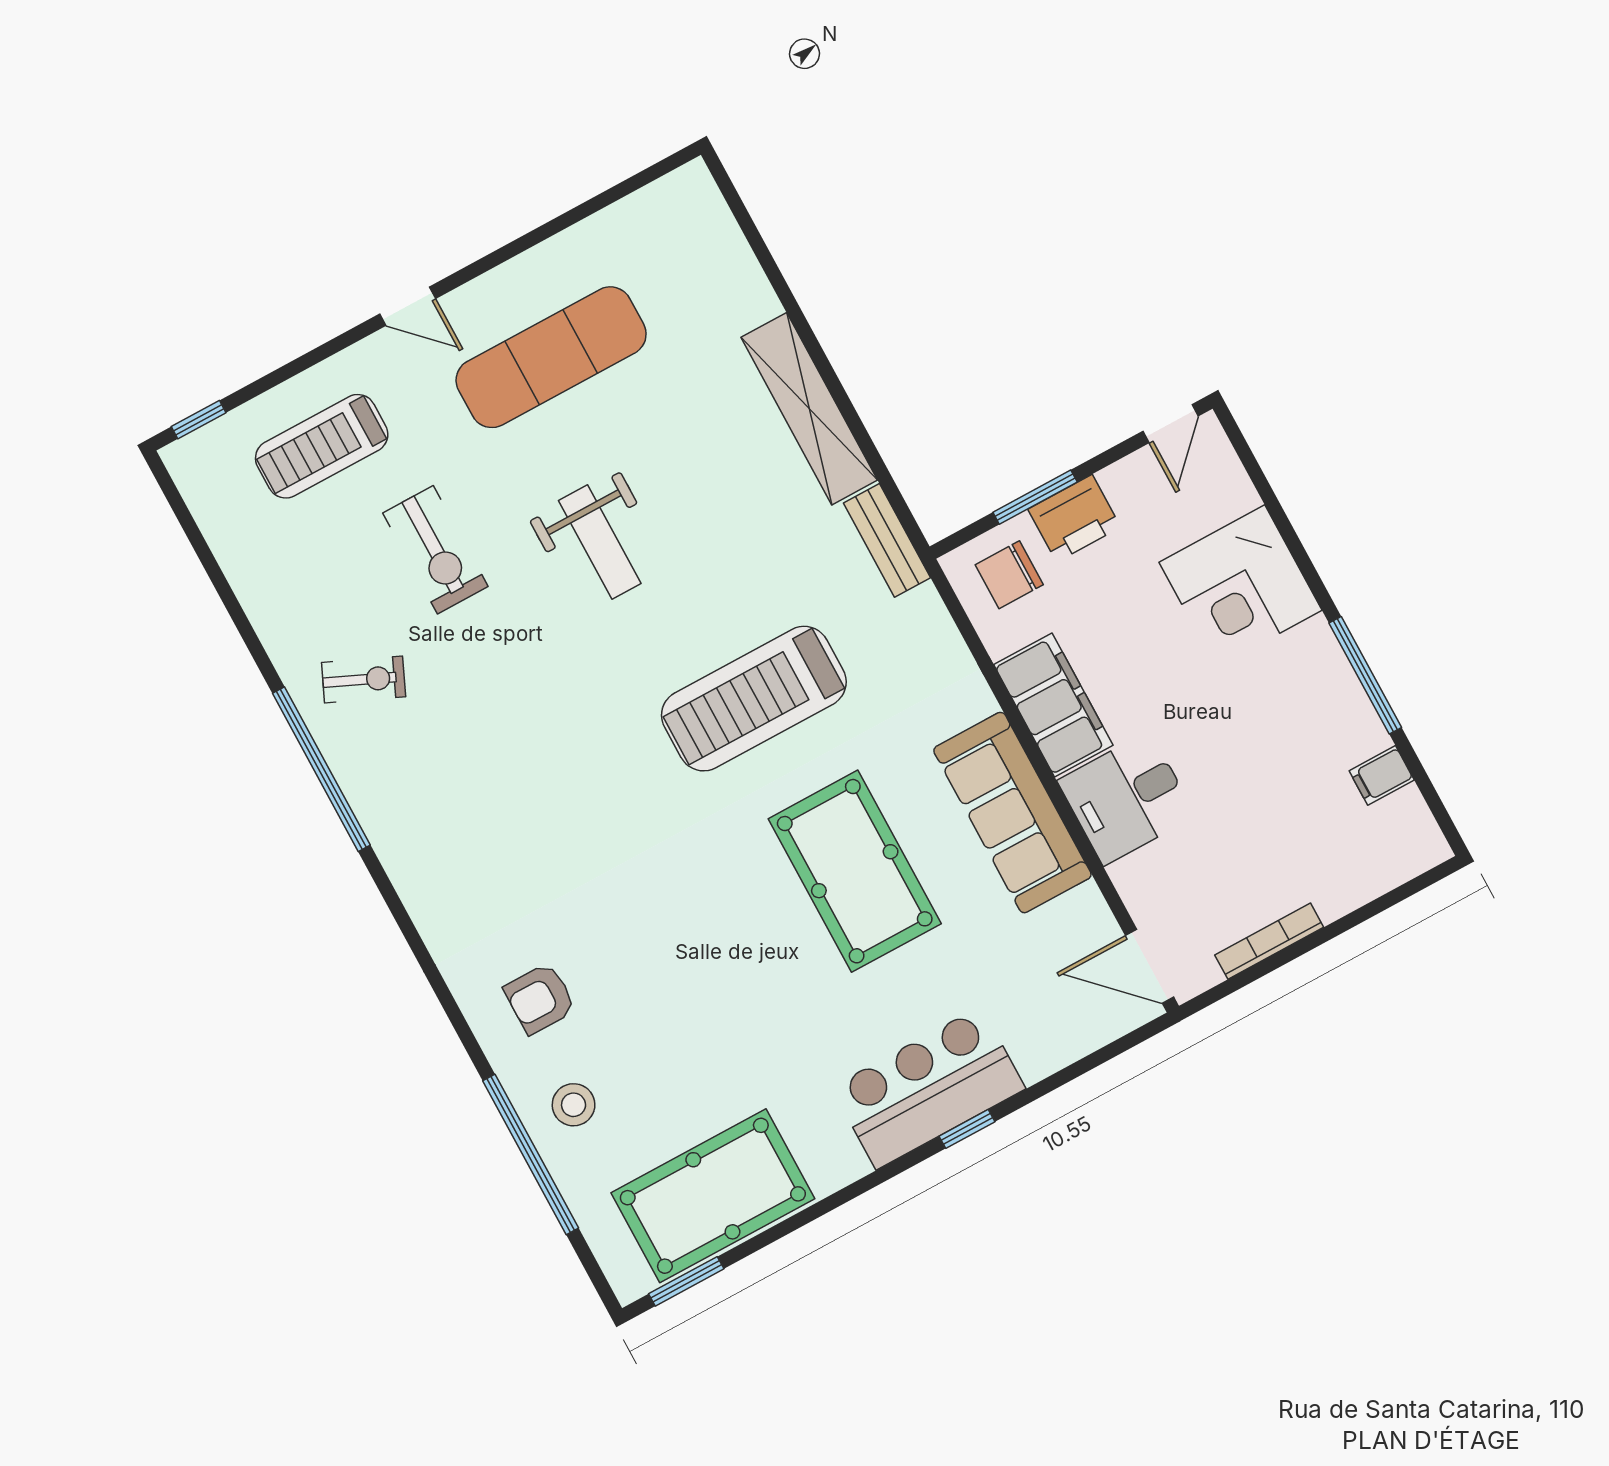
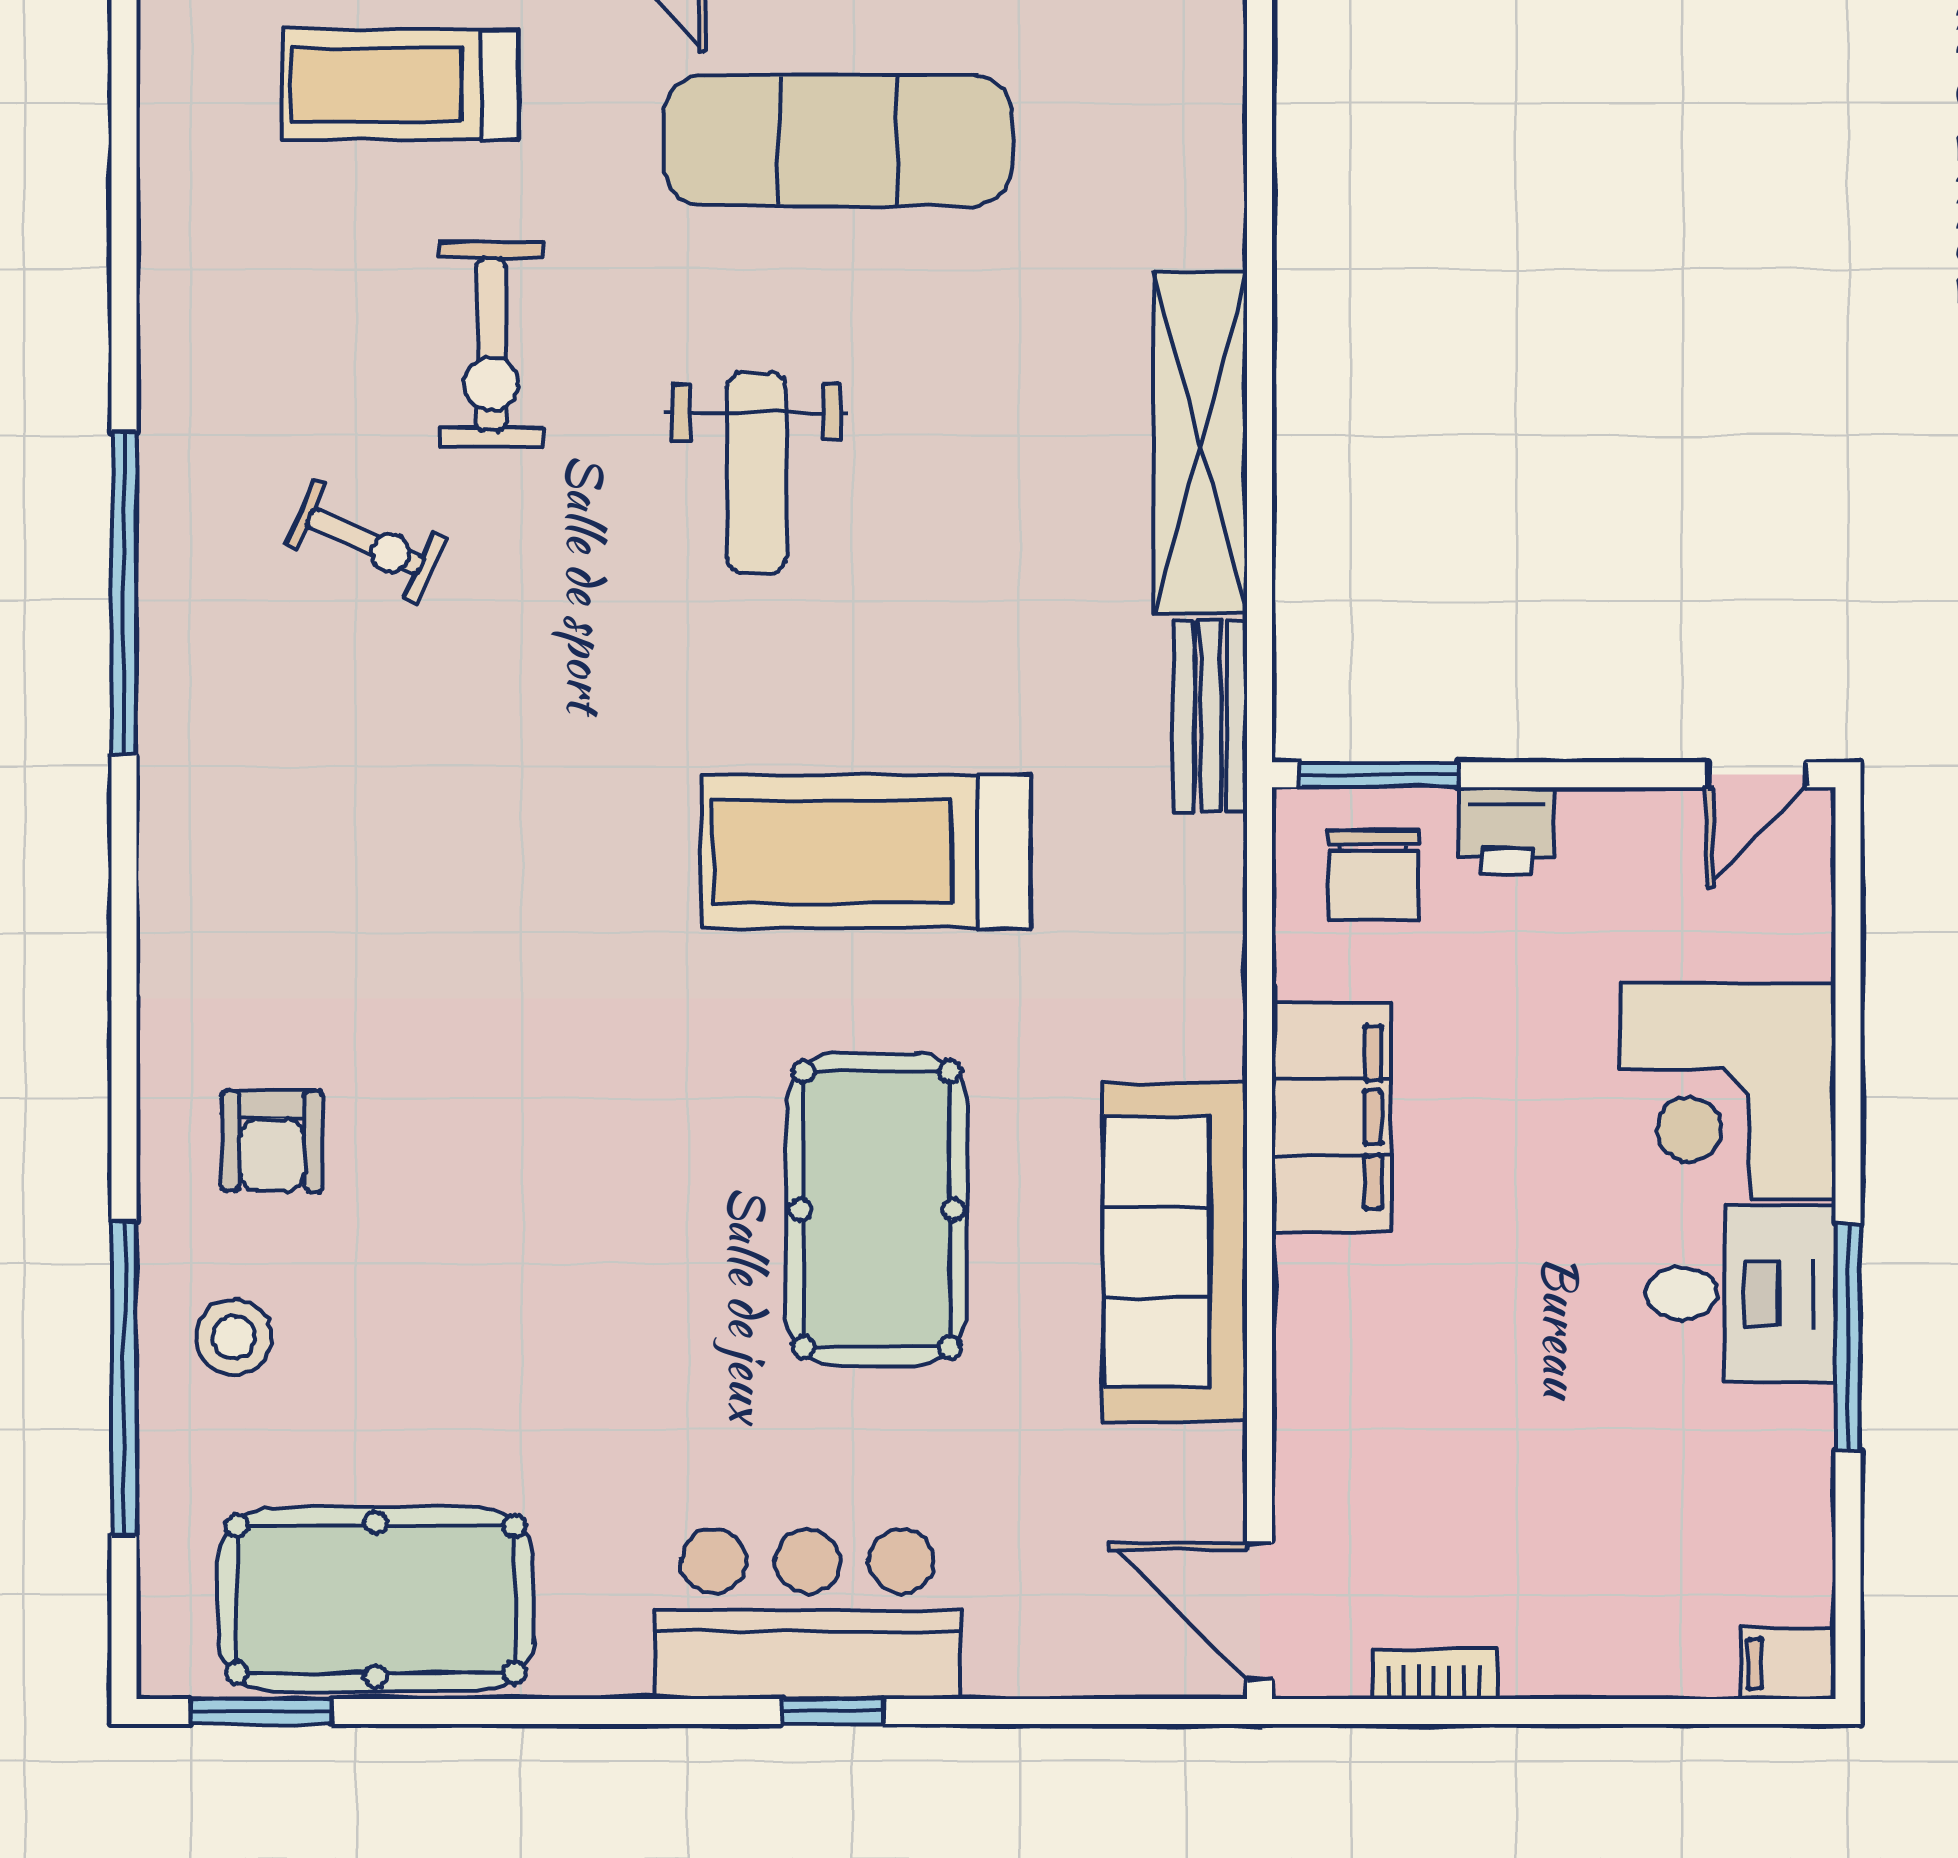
window: (1035, 497) -> (1379, 775), moved
printer: (1074, 518) -> (1507, 831), width x0.73, depth x0.81
chair: (1009, 575) -> (1373, 875), turned -90
exercise bike: (364, 680) -> (366, 541), moved
filing cabinet: (1382, 775) -> (1788, 1664), moved
desk: (1127, 798) -> (1740, 1293), moved, turned 180
bookcase: (1269, 941) -> (1434, 1674), width x0.64
armchair: (540, 998) -> (272, 1141), turned -90

